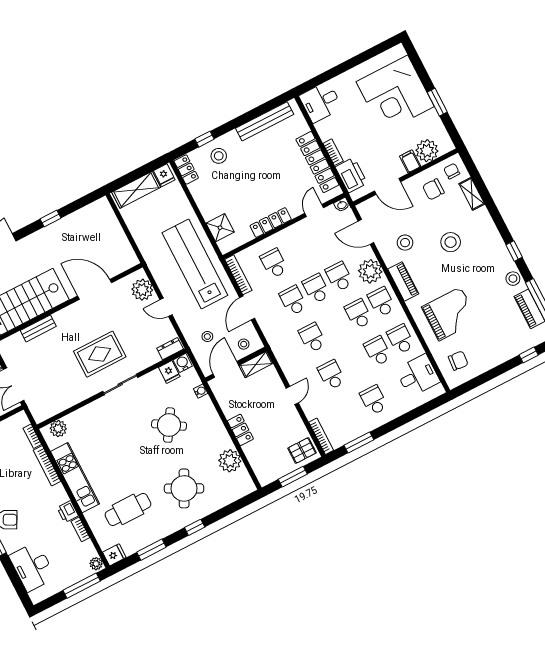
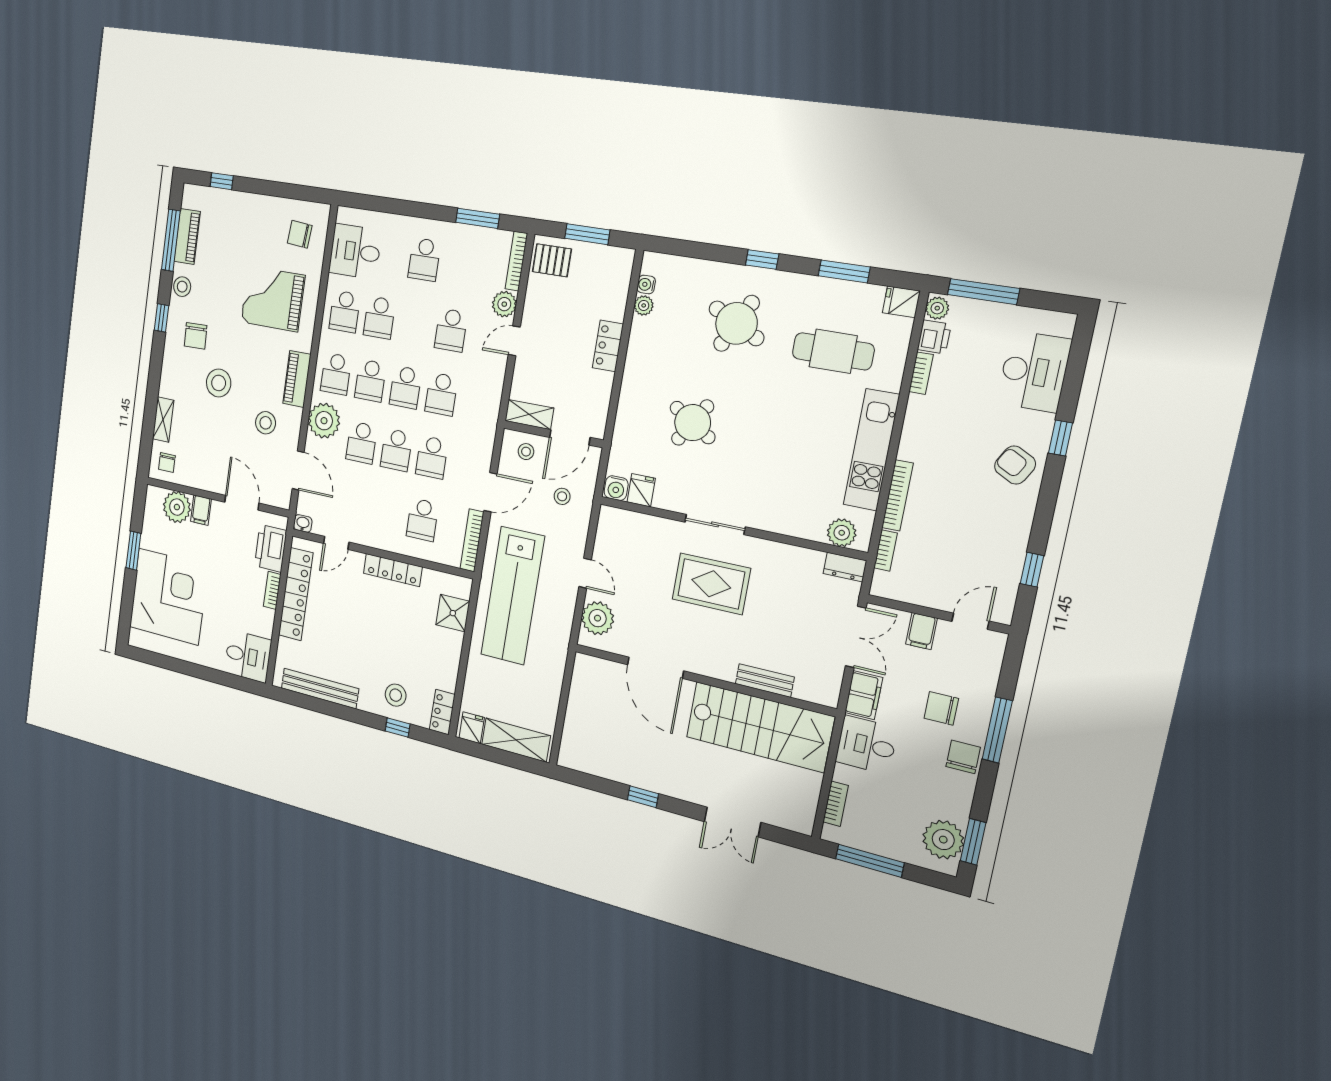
chair: (433, 189) -> (196, 336), moved, turned 88
school desk: (335, 326) -> (406, 387), added
dresser: (170, 349) -> (845, 567), moved
water cooler: (201, 391) -> (646, 285), moved
plant: (312, 410) -> (504, 304), added
plant: (230, 461) -> (644, 305), width x0.53, depth x0.53
printer: (68, 512) -> (934, 337), moved

